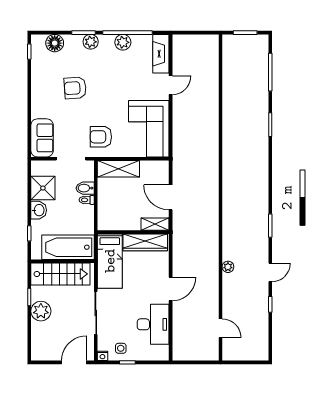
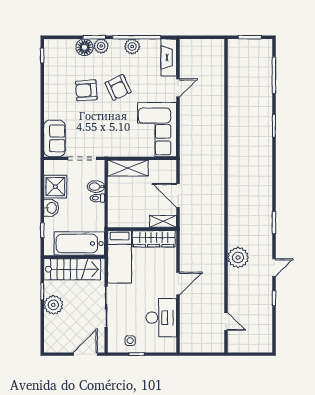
floor lamp: (55, 43) -> (84, 47), moved
armchair: (101, 137) -> (118, 87), moved, turned -115
plant: (228, 267) -> (238, 257), width x1.87, depth x1.87
nightstand: (102, 356) -> (113, 348), removed

